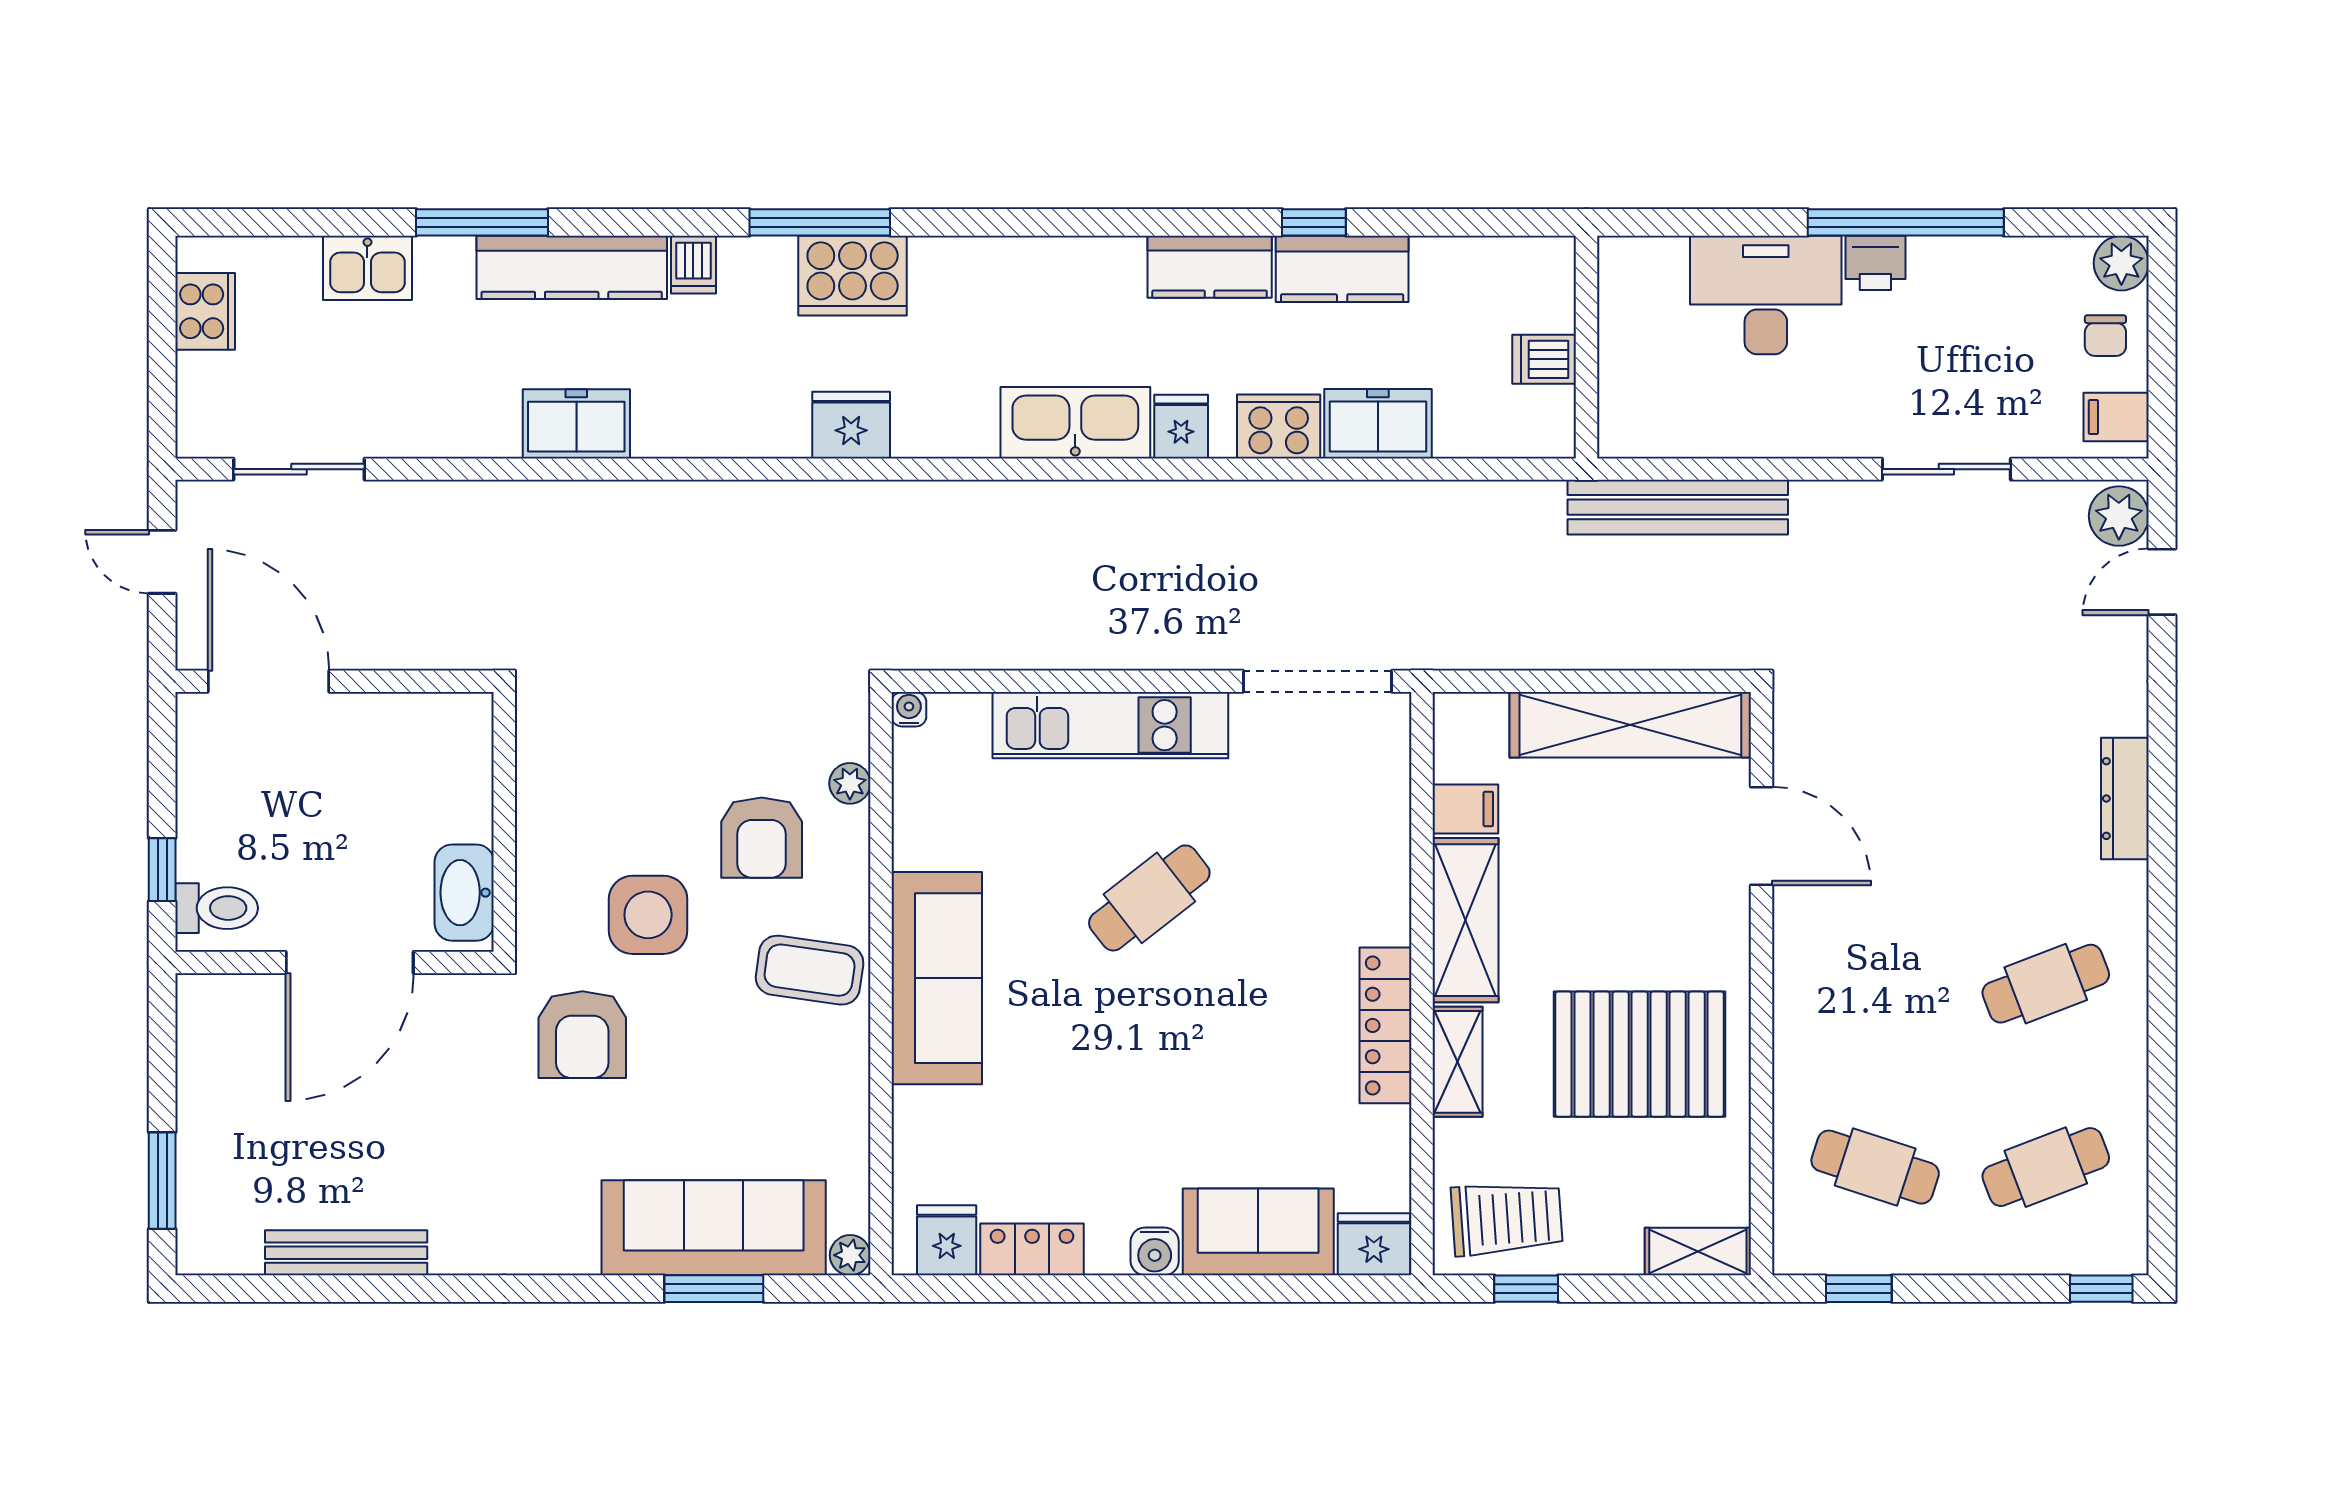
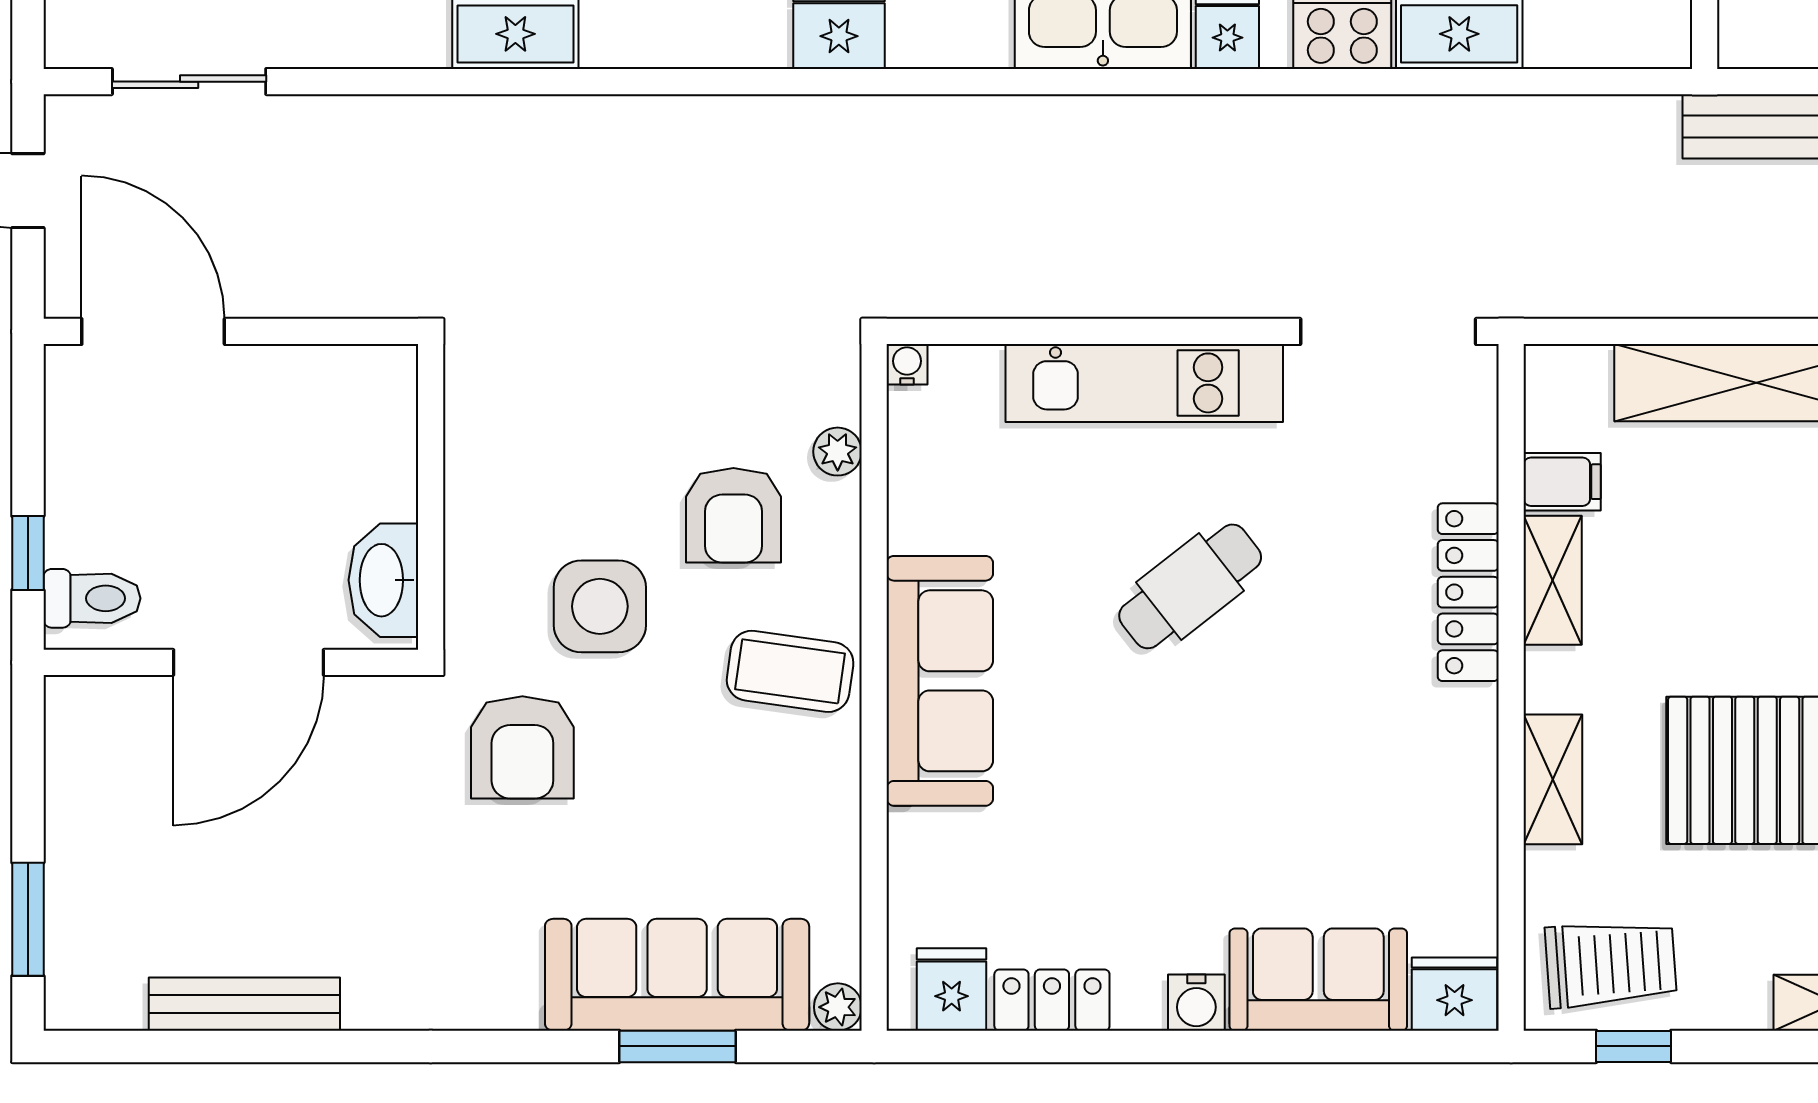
shelving: (1466, 920) -> (1553, 580), width x0.67, depth x0.75
locker: (1386, 1025) -> (1468, 592), moved

